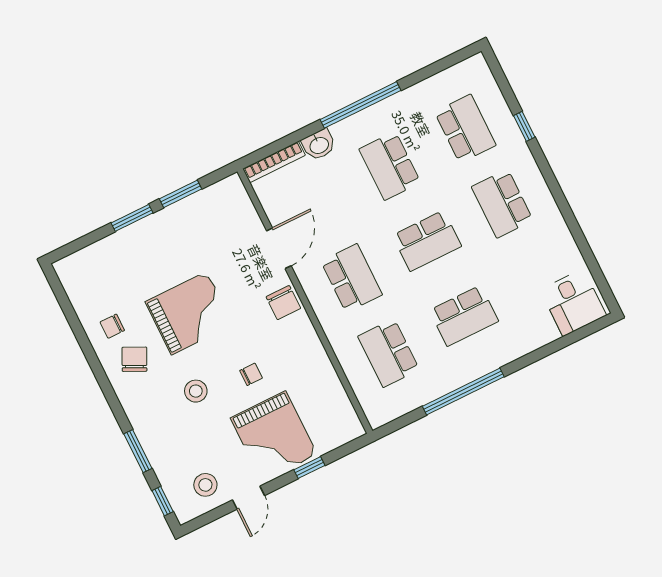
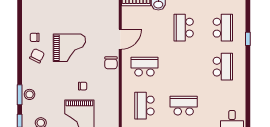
school desk: (502, 204) -> (223, 67), turned 180
school desk: (427, 241) -> (184, 67), removed
school desk: (352, 278) -> (144, 67), turned -90
school desk: (464, 316) -> (184, 106), turned 180
stool: (196, 391) -> (30, 94), moved

